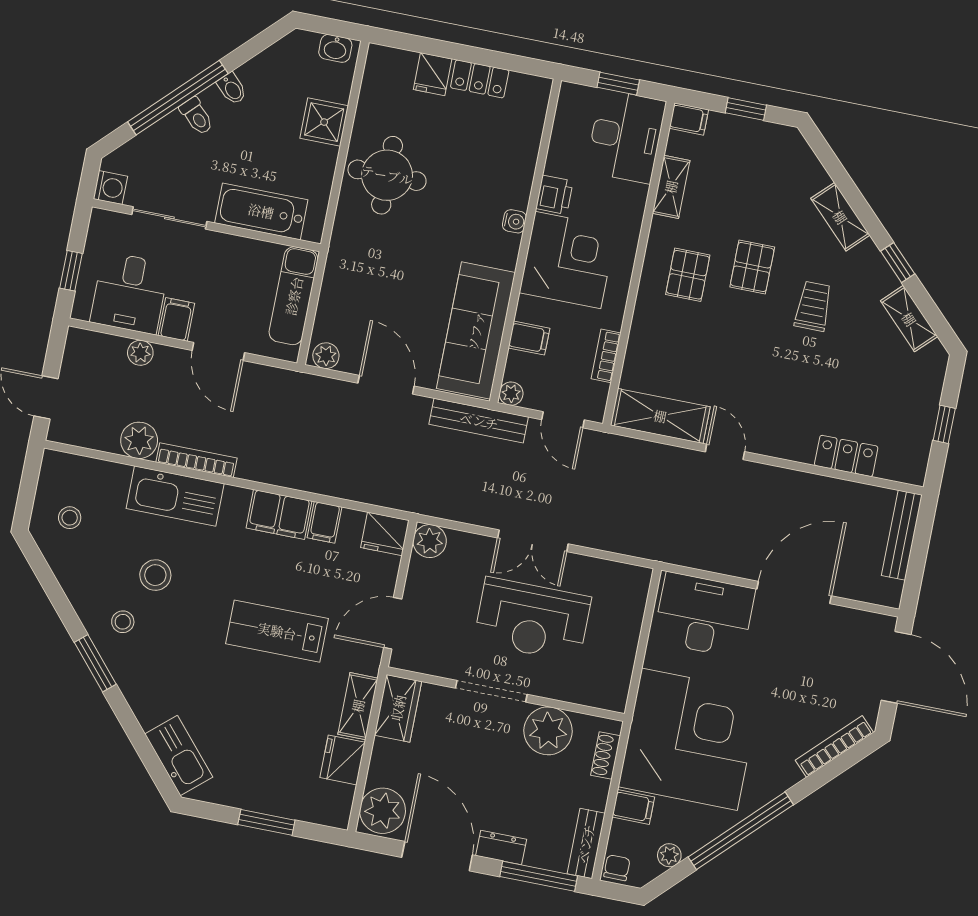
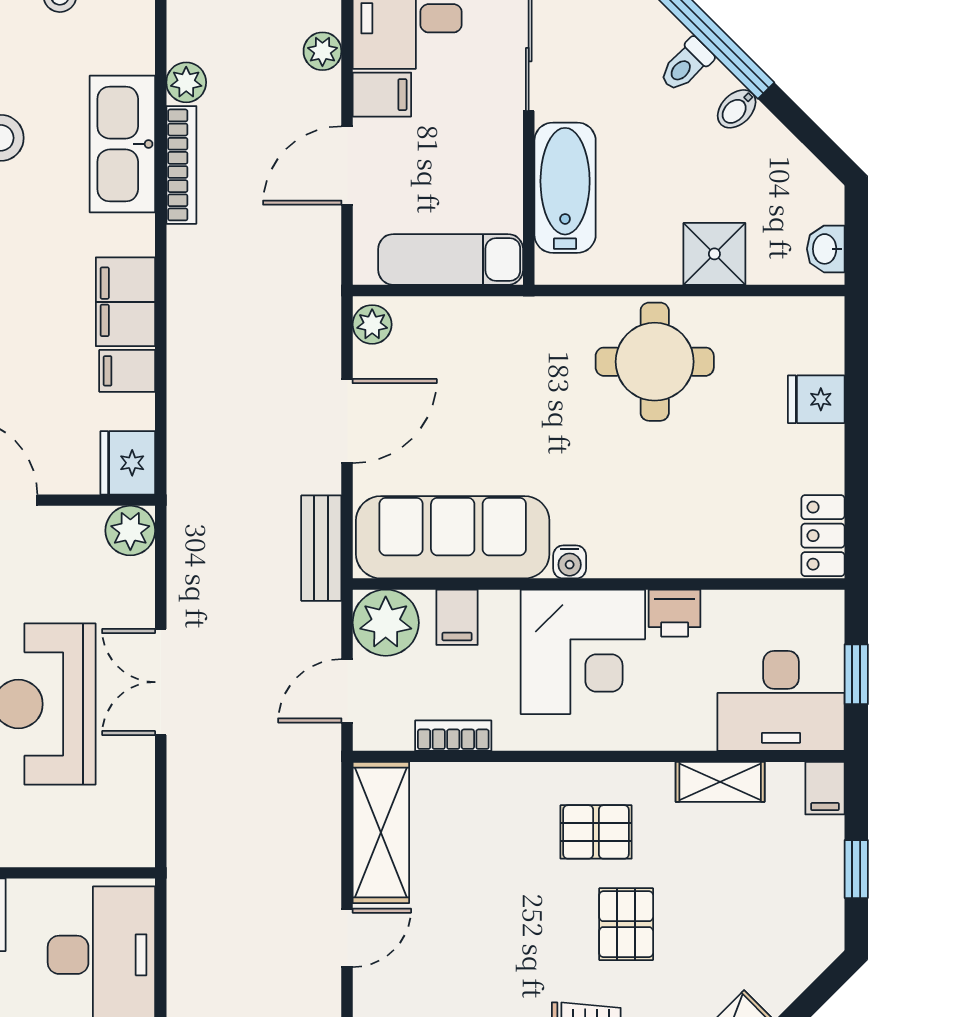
locker: (480, 79) -> (823, 536), moved
water cooler: (514, 221) -> (570, 562), moved
pallet: (752, 267) -> (626, 924), turned 90
plant: (511, 394) -> (386, 623), width x1.87, depth x1.87
bench: (479, 421) -> (321, 548), width x0.73
plant: (139, 440) -> (186, 82), width x0.73, depth x0.73

